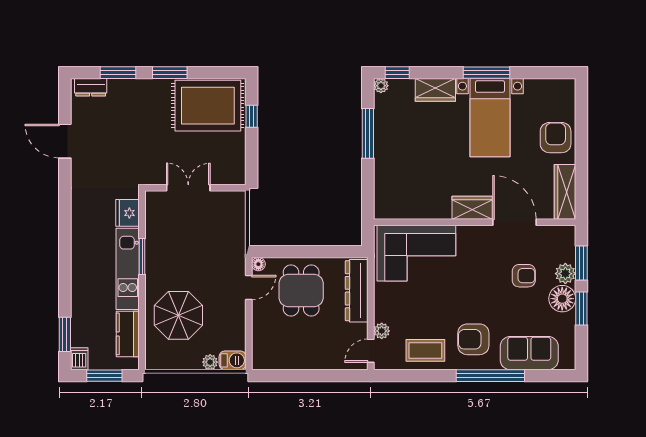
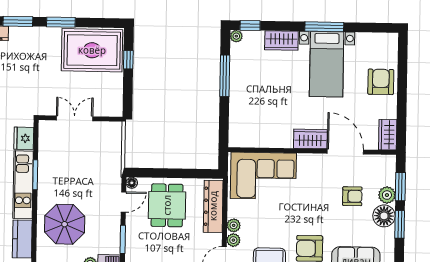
wardrobe: (565, 192) -> (388, 135), width x0.67
plant: (382, 313) -> (234, 225), added
window: (249, 332) -> (123, 239), added

